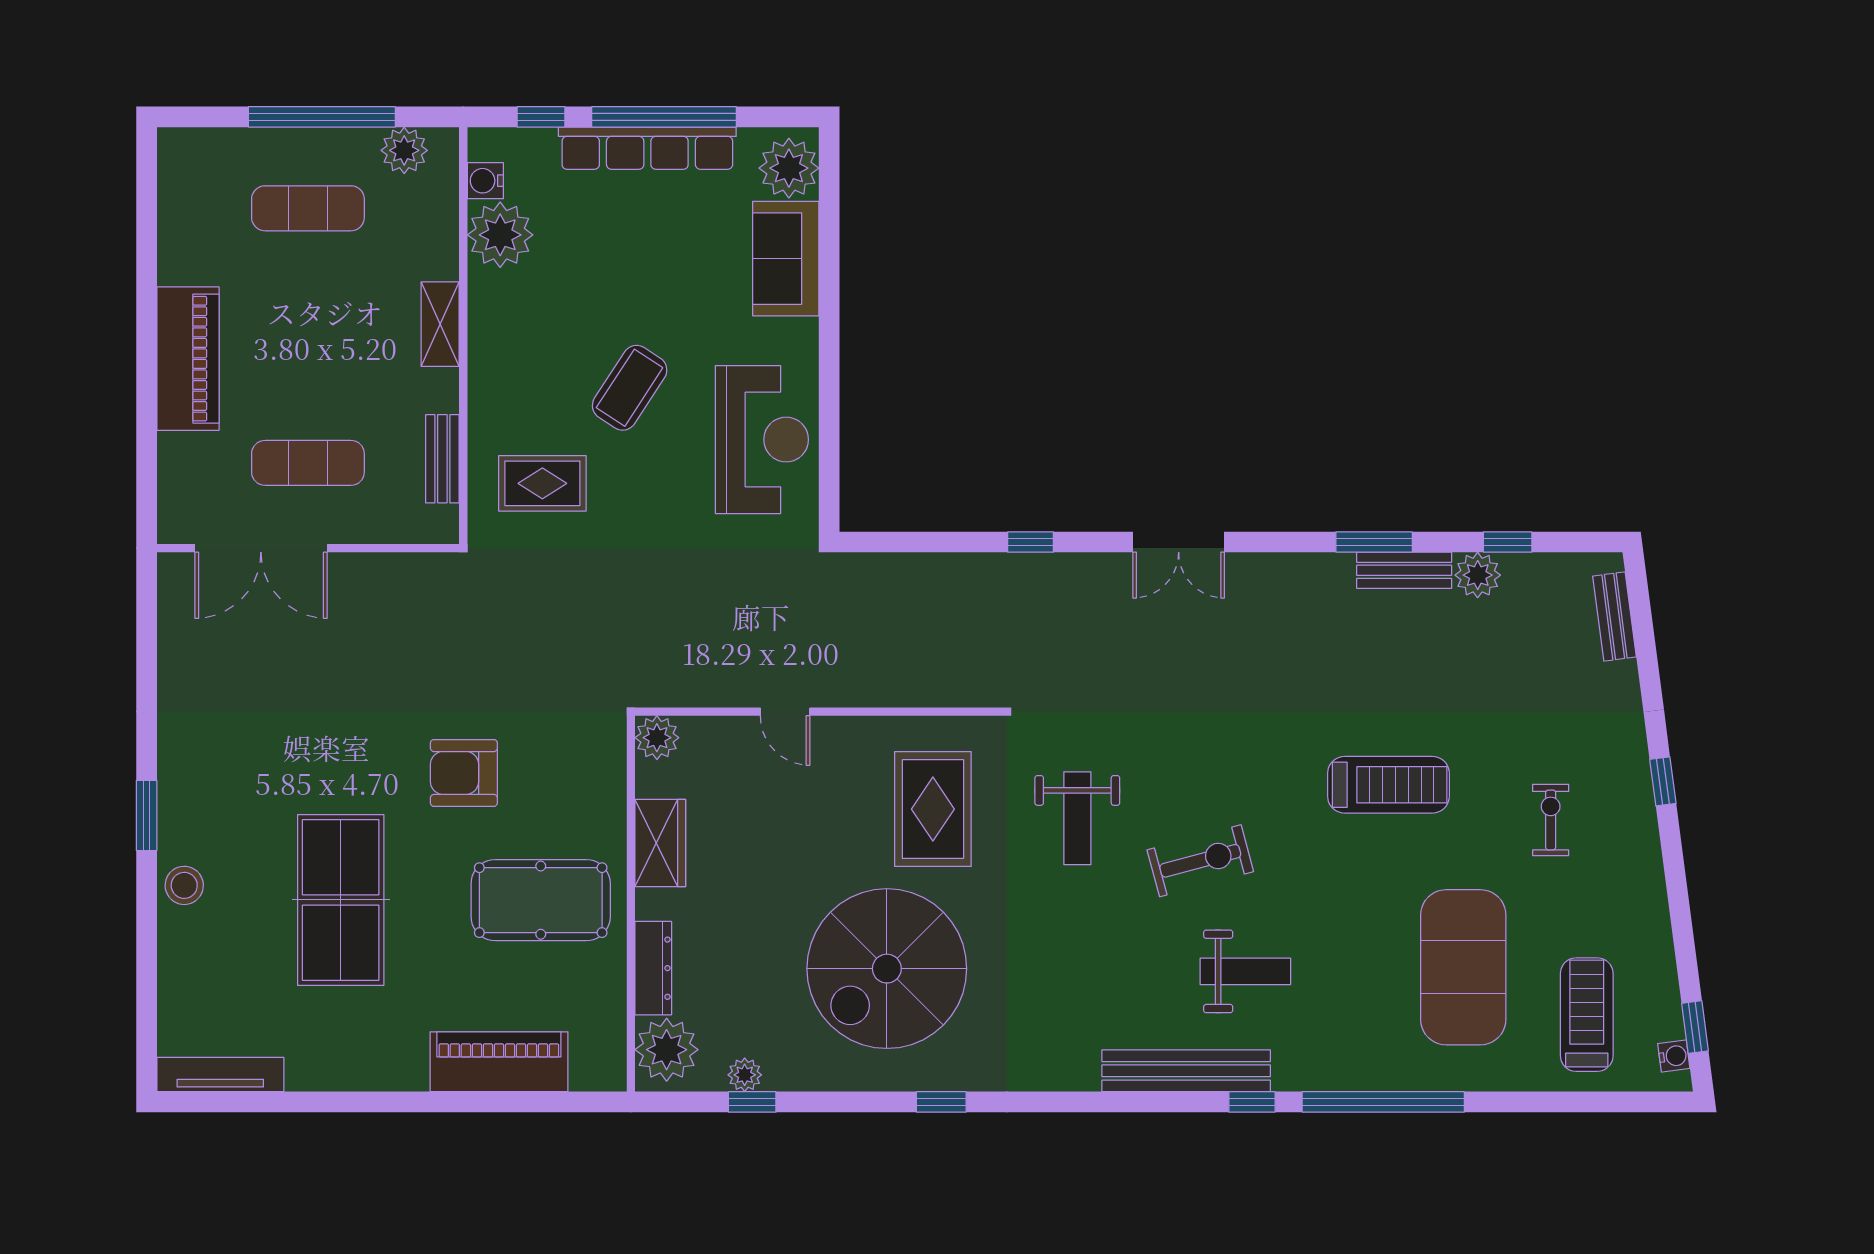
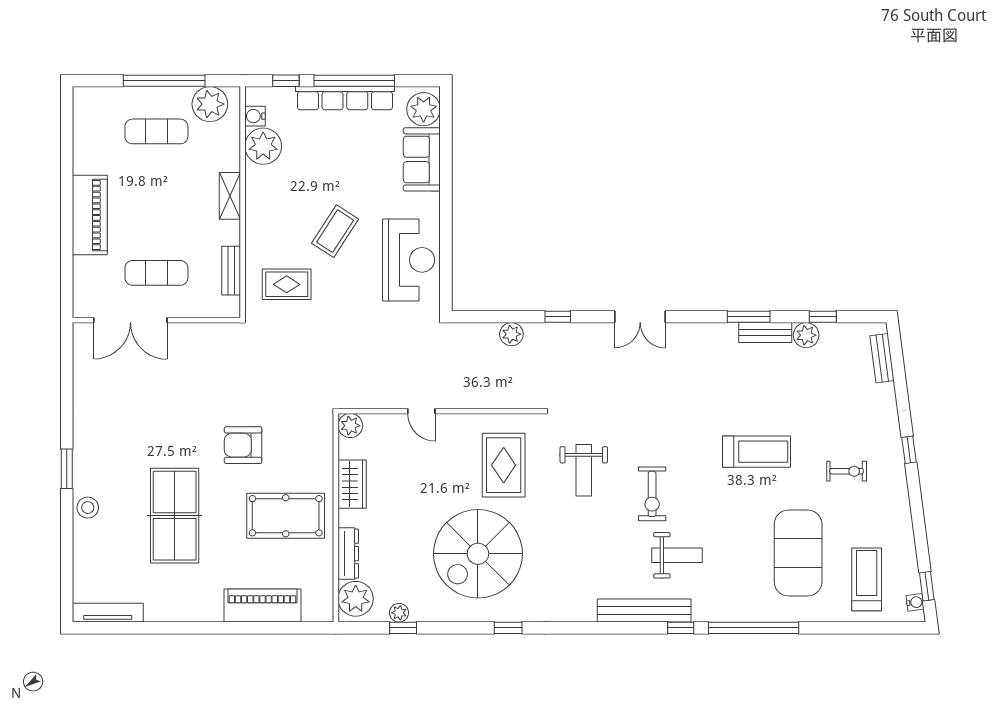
plant: (404, 150) -> (210, 104), width x1.36, depth x1.36
plant: (947, 573) -> (511, 334), added
exercise bike: (1551, 820) -> (847, 471), turned 90
exercise bike: (1200, 861) -> (652, 494), turned 105

